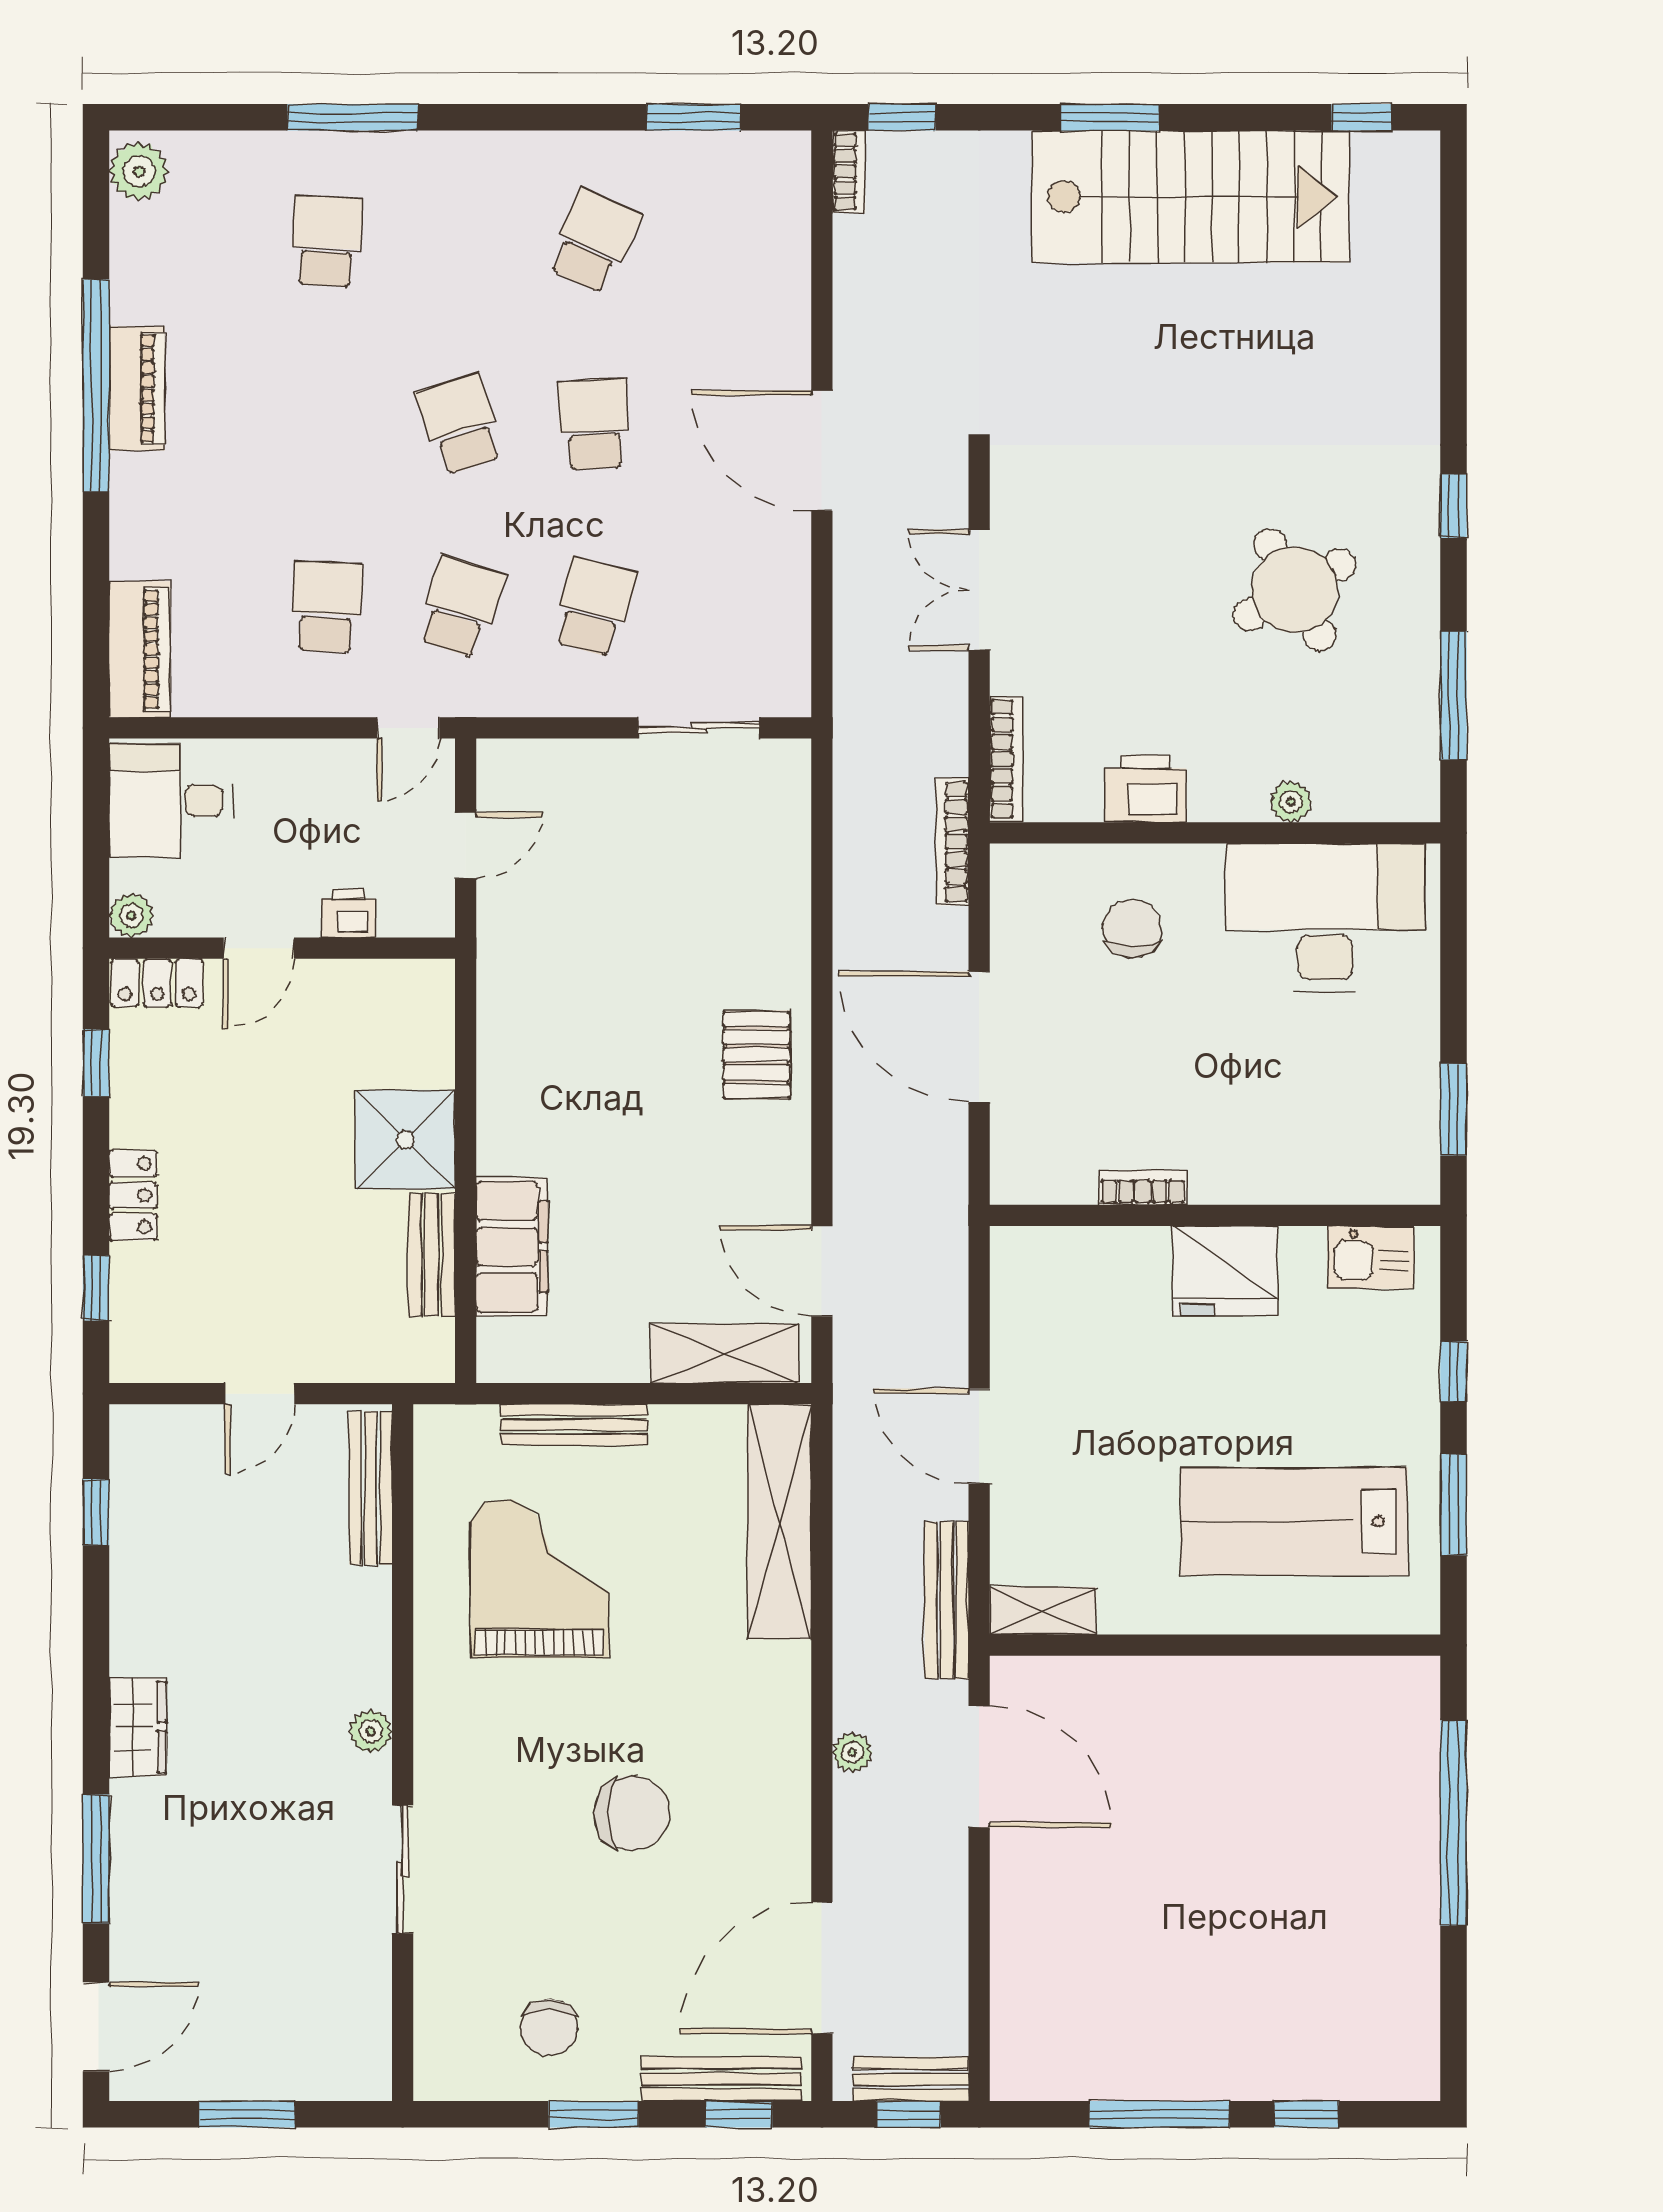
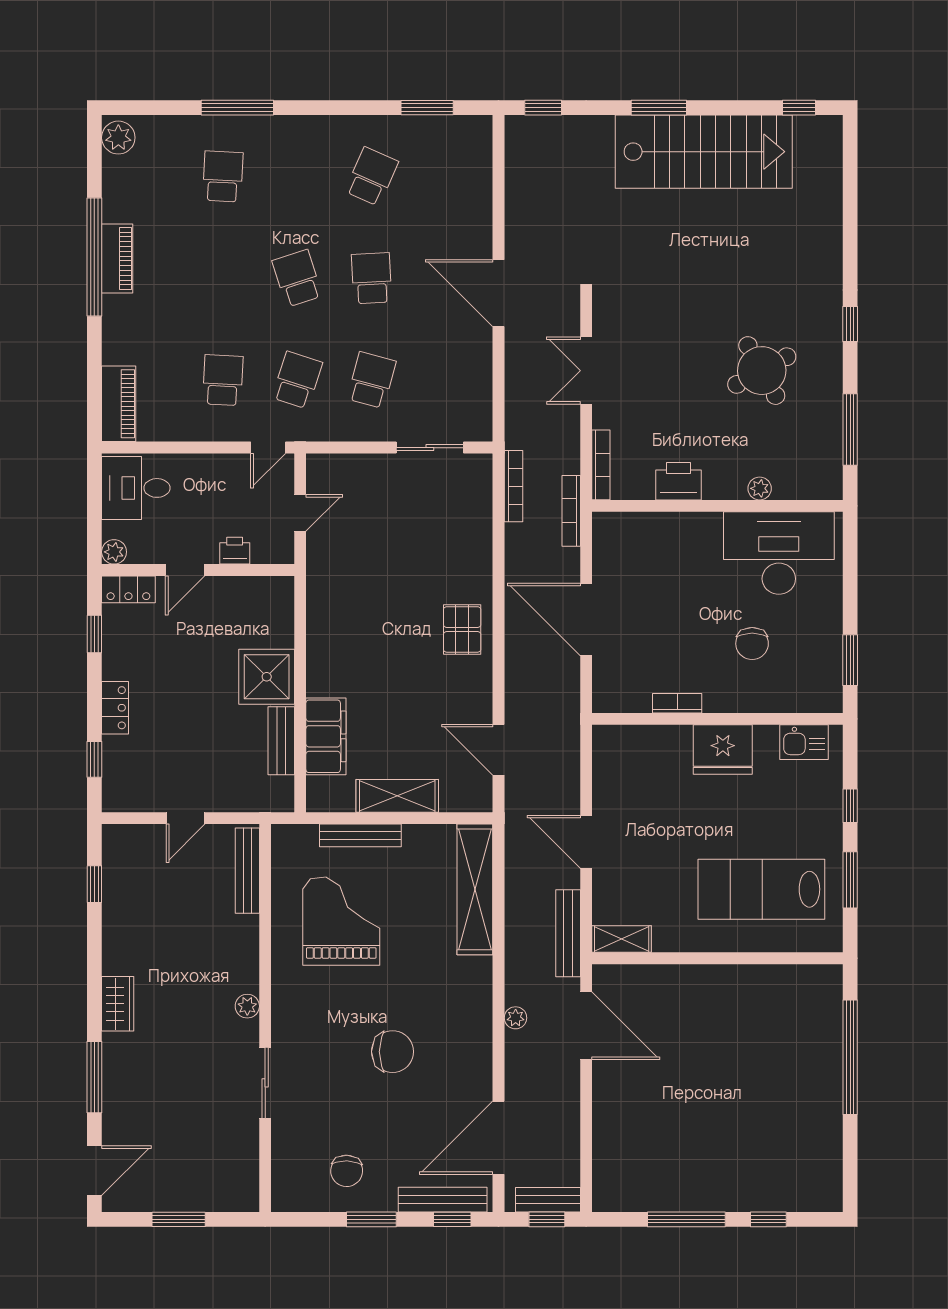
bookcase: (849, 172) -> (514, 486), moved, width x1.56
chair: (1132, 928) -> (752, 644), moved, turned 180
shelving: (725, 1354) -> (397, 796), moved

